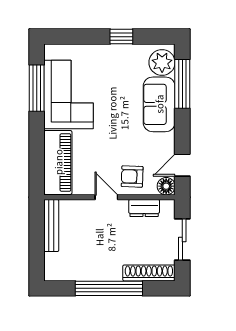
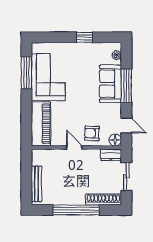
plant: (162, 62) -> (117, 55), width x0.53, depth x0.53
window: (182, 84) -> (126, 86), moved
door: (182, 165) -> (126, 125), swing flipped
dresser: (144, 208) -> (111, 155), moved
bench: (51, 226) -> (37, 184), moved

